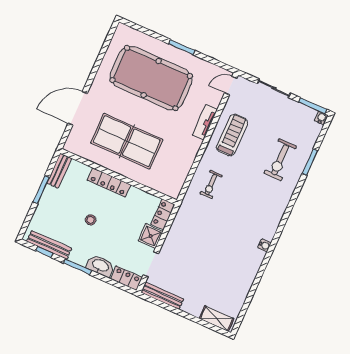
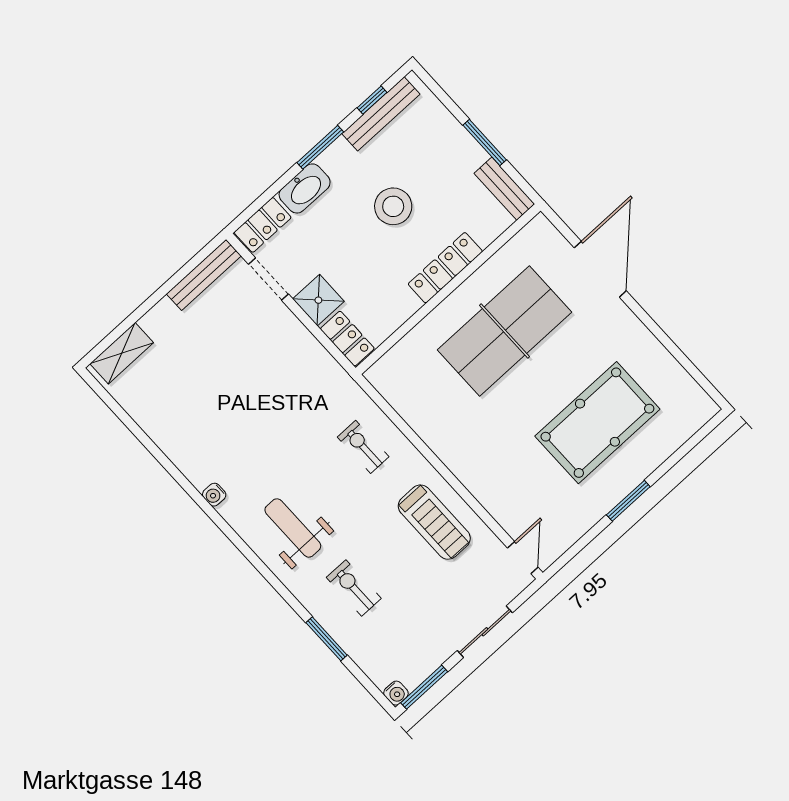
pool table: (151, 78) -> (597, 423), width x0.73, depth x0.76
tv unit: (205, 122) -> (478, 484), removed
exercise bike: (280, 160) -> (354, 588), width x0.73, depth x0.72
weight bench: (264, 201) -> (293, 528), added
stool: (91, 220) -> (393, 206), width x1.89, depth x1.89

